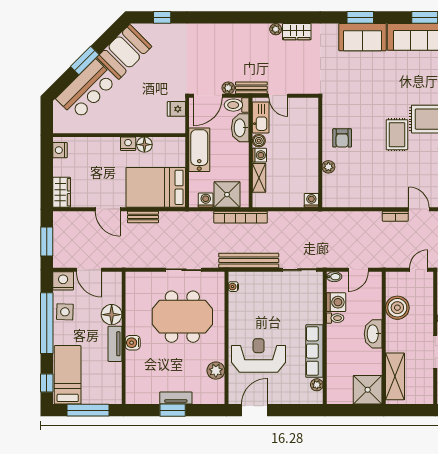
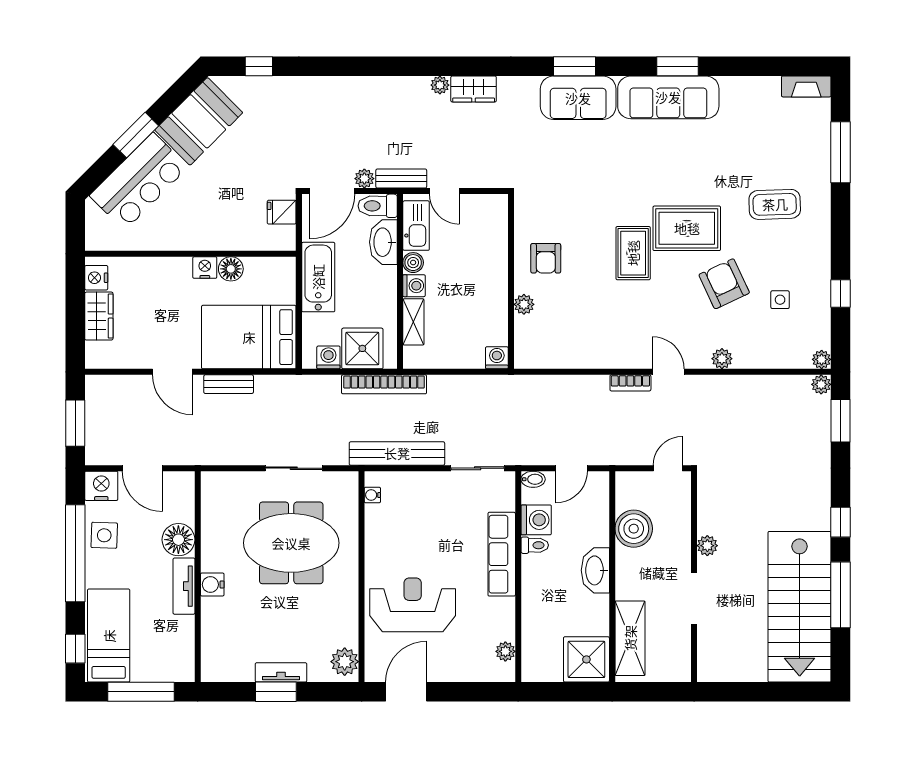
wardrobe: (62, 192) -> (99, 316), moved
row of seats: (314, 351) -> (502, 554), moved
plant: (216, 371) -> (345, 662), moved

